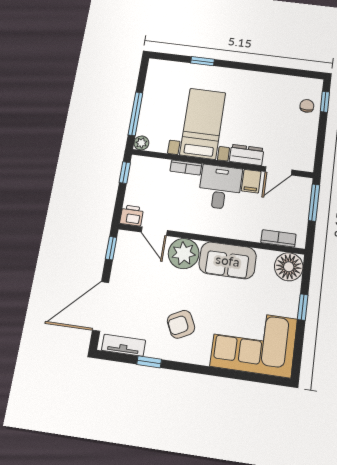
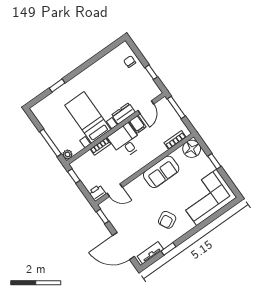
window: (325, 102) -> (151, 72), moved
plant: (184, 254) -> (138, 188), removed
door: (101, 306) -> (123, 246), hinge flipped

